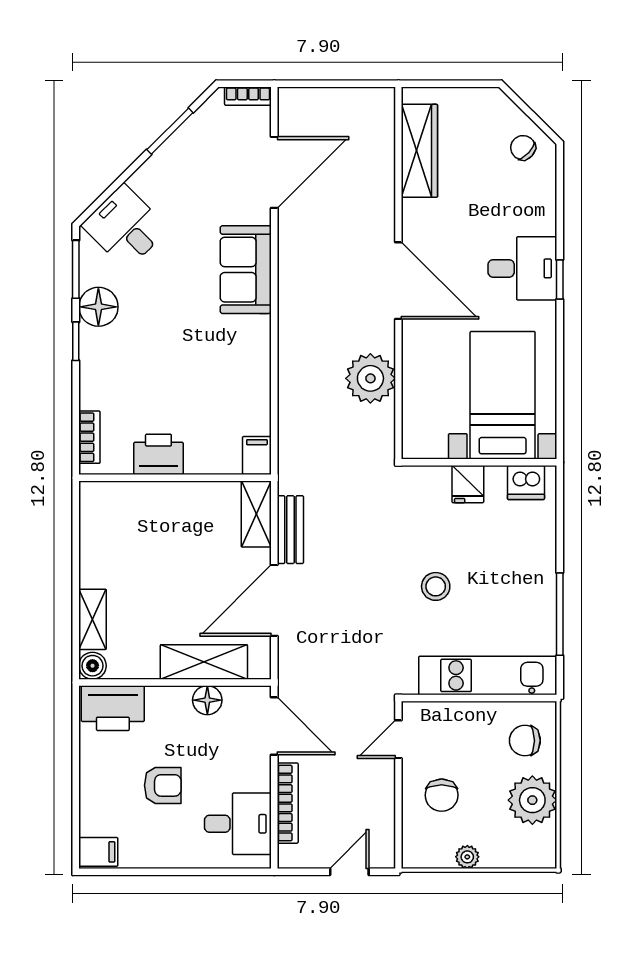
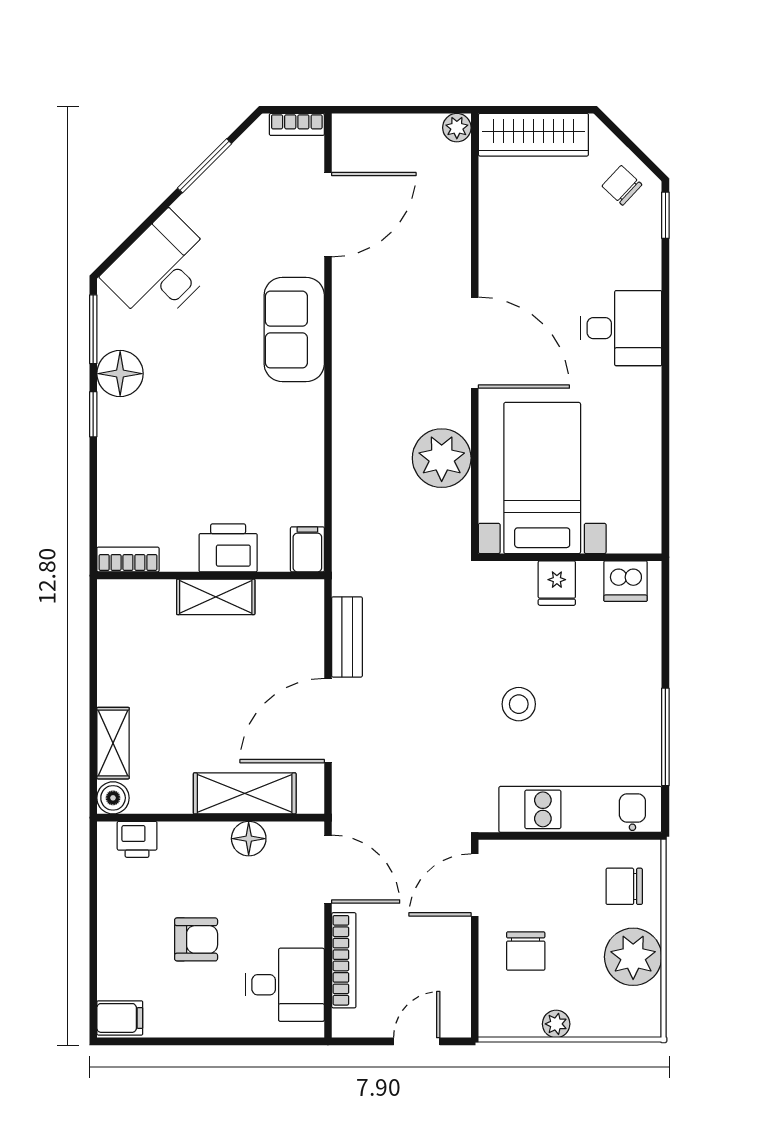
plant: (383, 99) -> (457, 128), added
wardrobe: (419, 151) -> (533, 135), moved, turned 90
desk: (125, 227) -> (161, 270), width x1.37
window: (560, 280) -> (665, 215), moved
bed with nightstands: (503, 395) -> (542, 478), moved
bookcase: (89, 437) -> (128, 559), moved, turned -90
printer: (158, 454) -> (228, 548), moved
shelving: (256, 514) -> (216, 597), moved, turned 90
printer: (113, 708) -> (137, 839), width x0.53, depth x0.68
door: (398, 739) -> (475, 885), width x1.37

